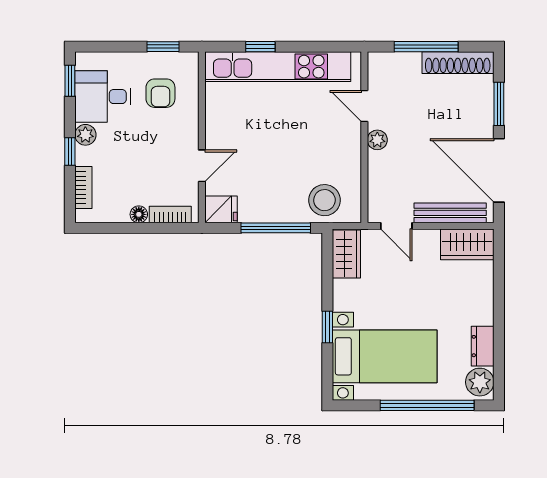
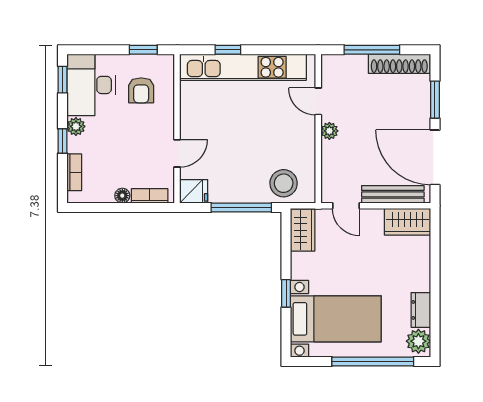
desk: (103, 97) -> (91, 85), width x1.37

